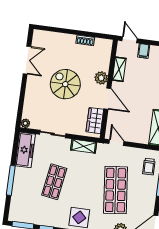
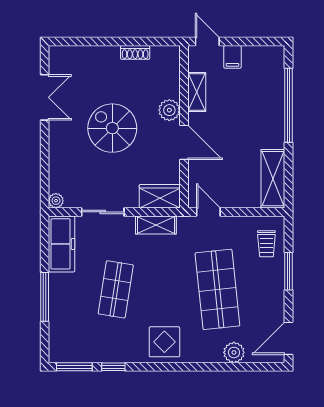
wardrobe: (95, 121) -> (160, 196), moved, turned 90

